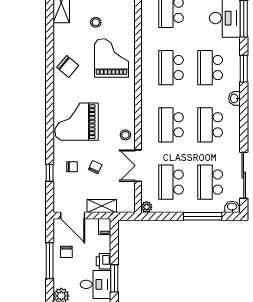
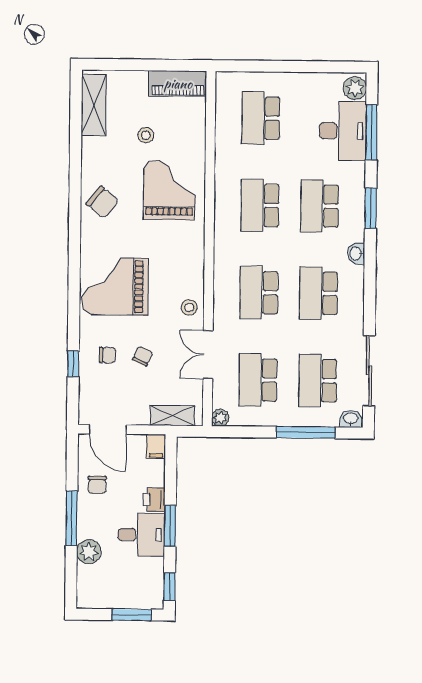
shelving: (102, 206) -> (172, 416), moved
window: (50, 261) -> (72, 518), moved

